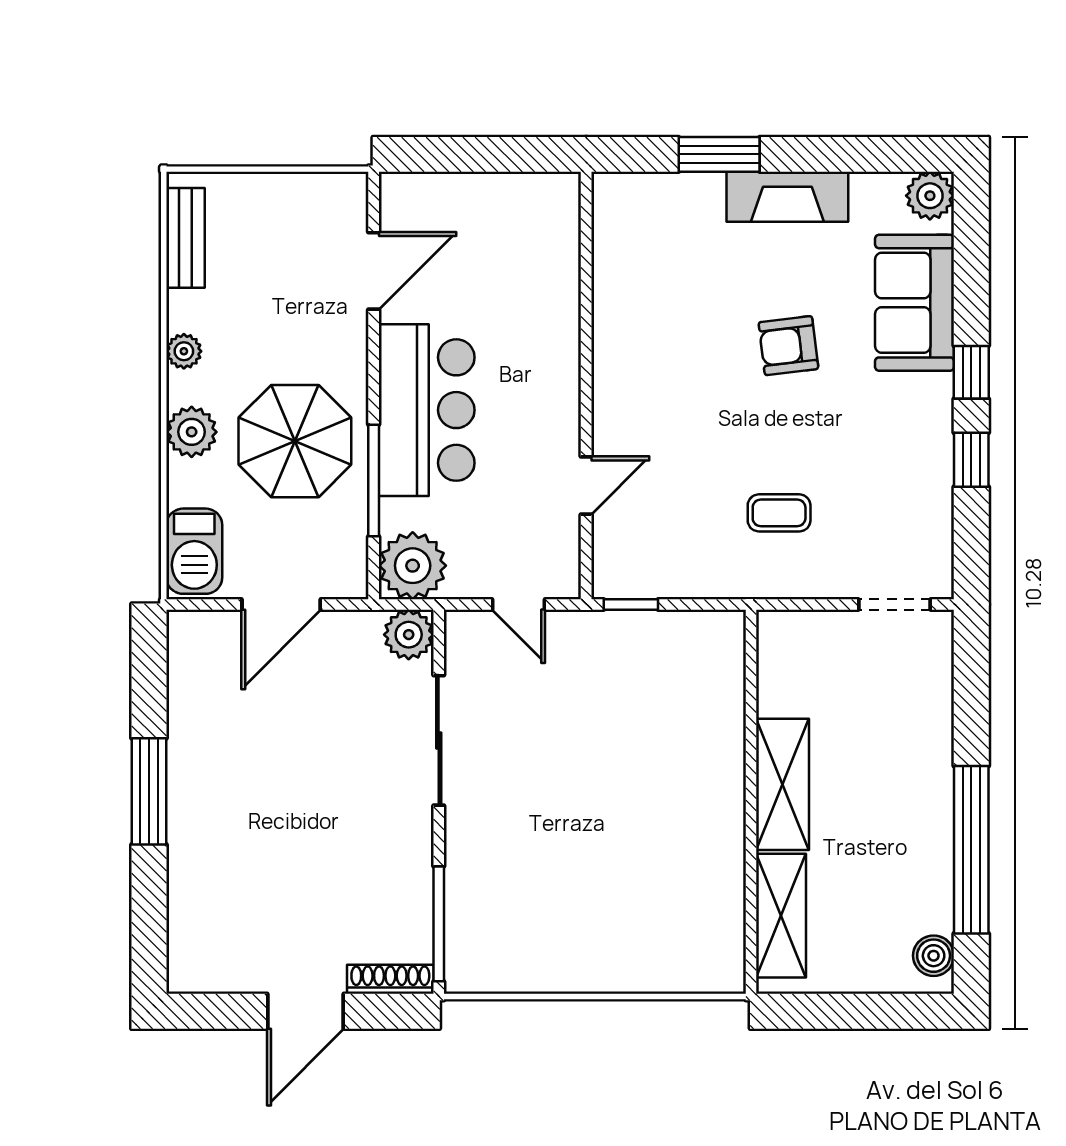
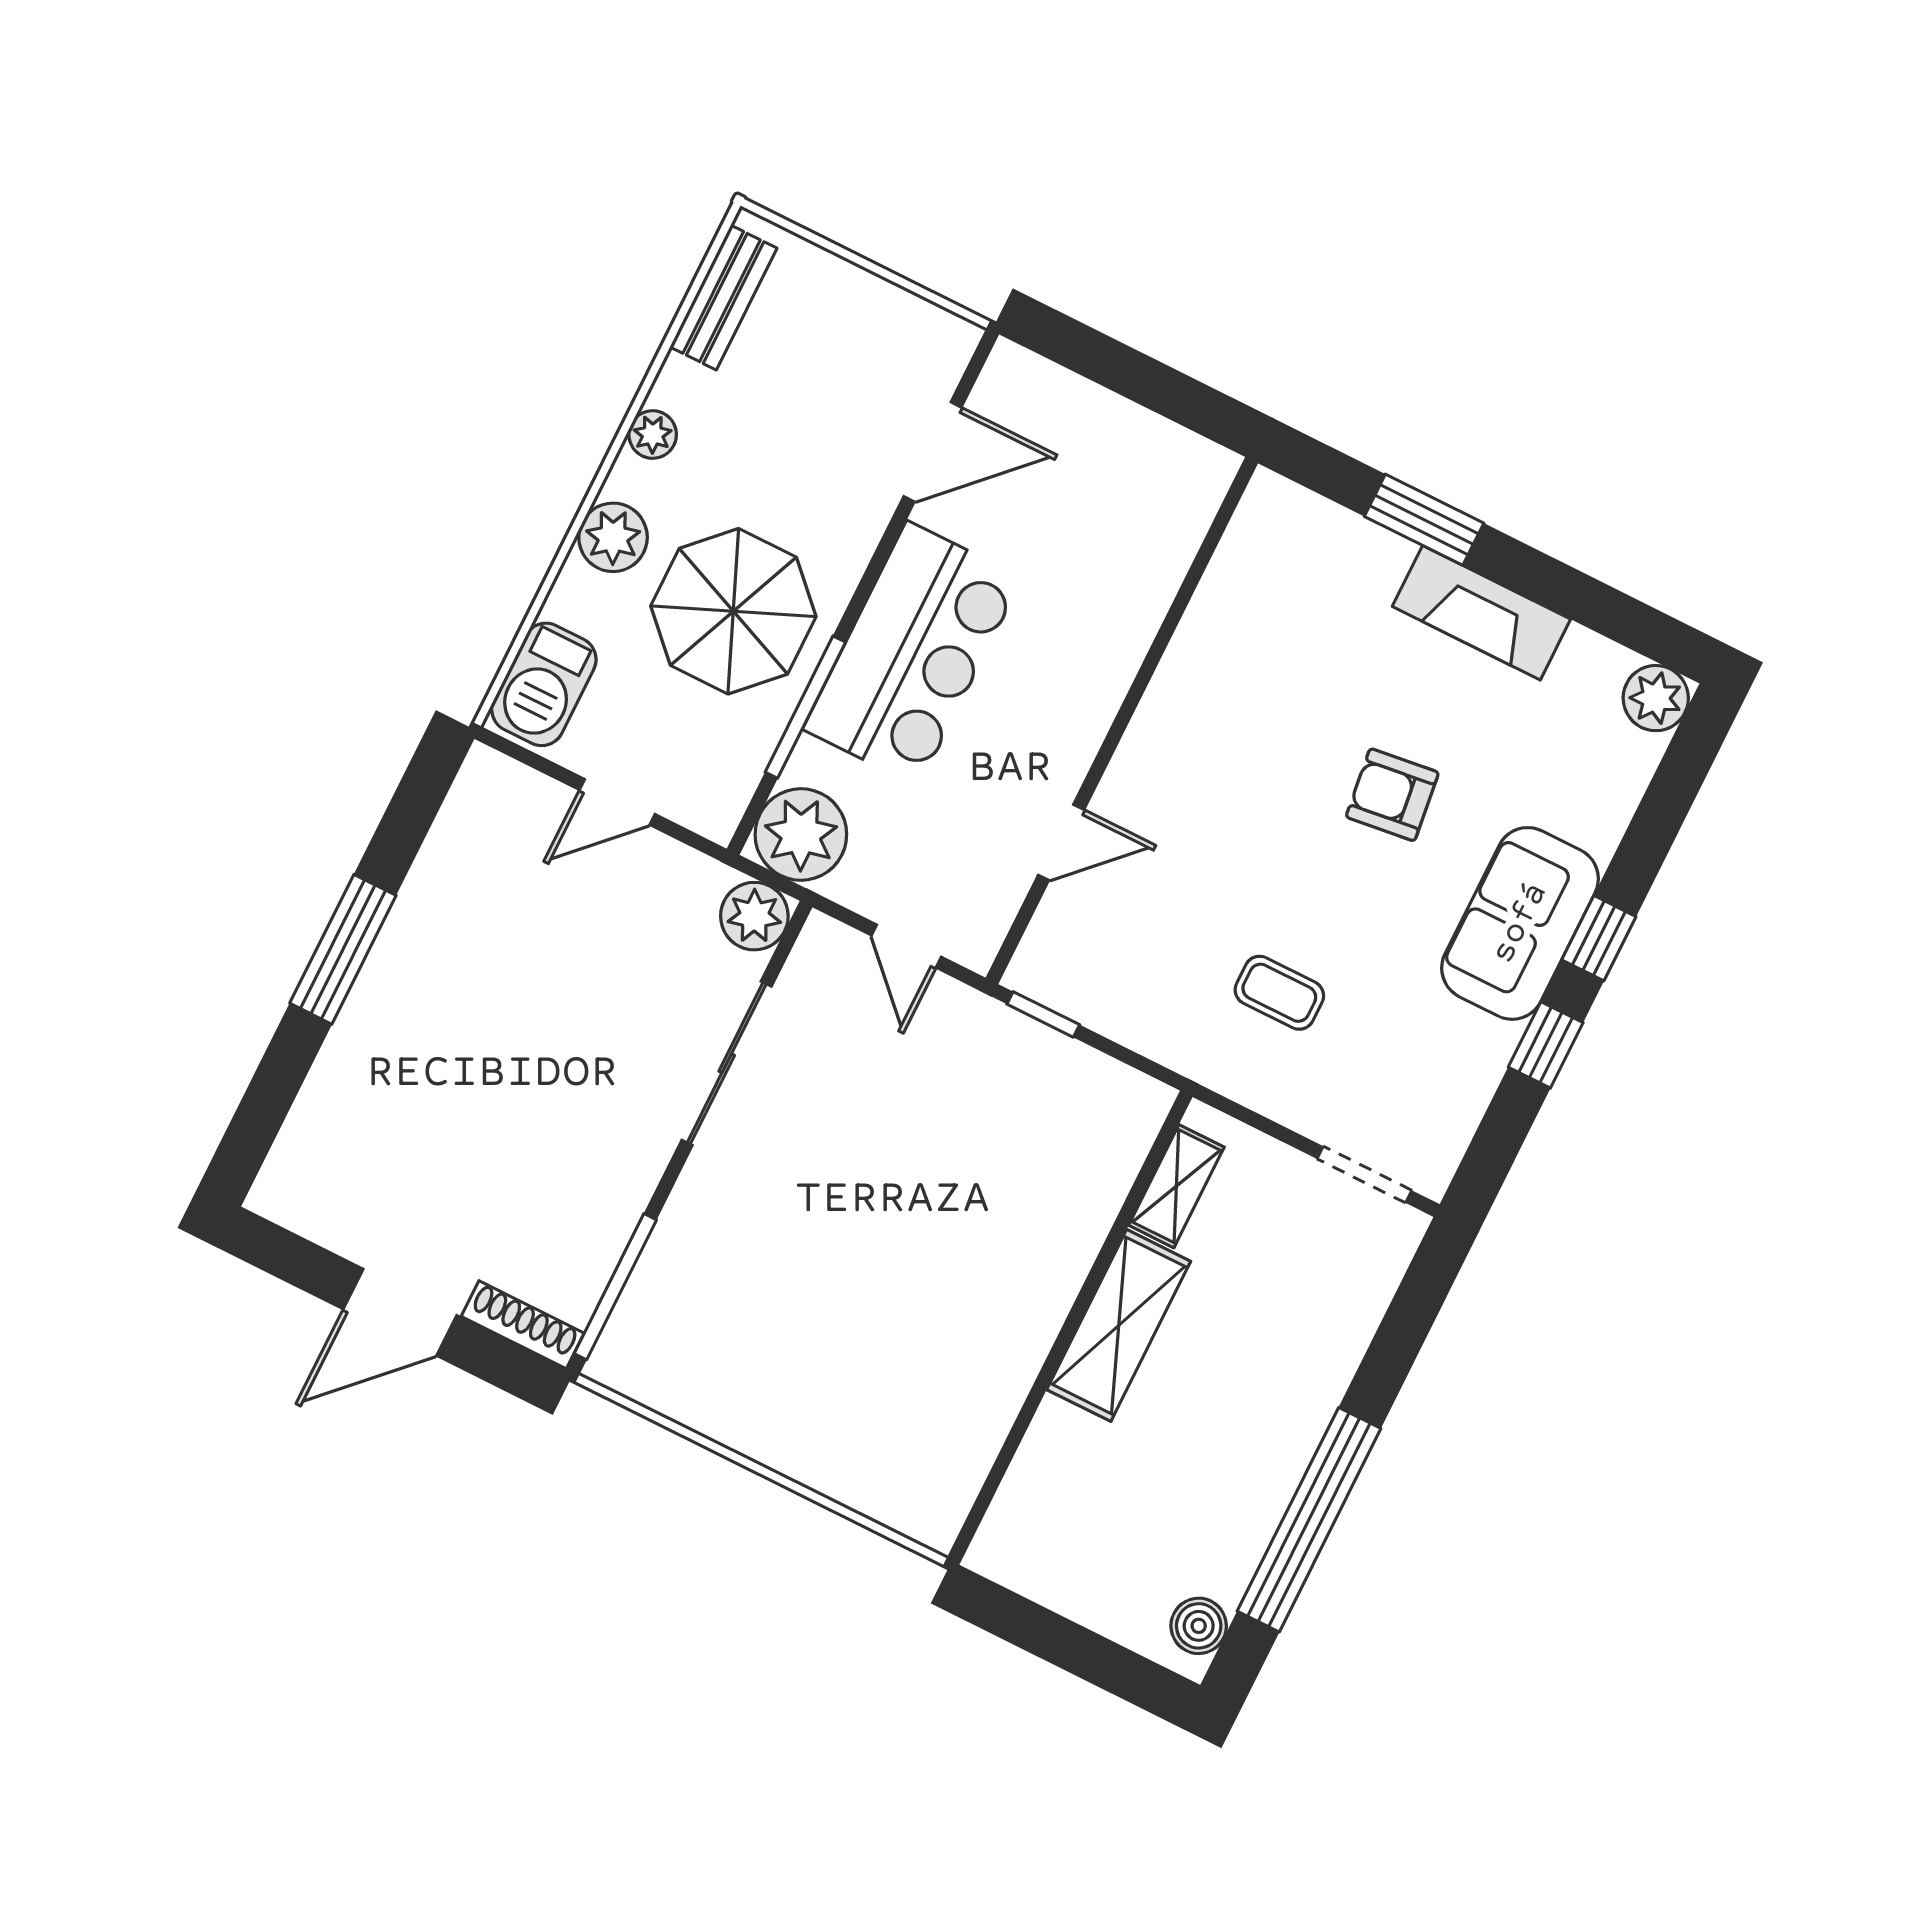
sofa: (915, 303) -> (1520, 923), moved
door: (281, 605) -> (617, 802), width x0.73
shelving: (781, 916) -> (1176, 1186), moved, width x0.67, depth x0.75

